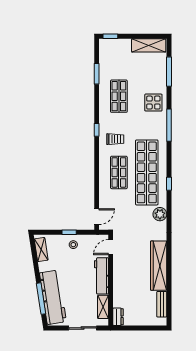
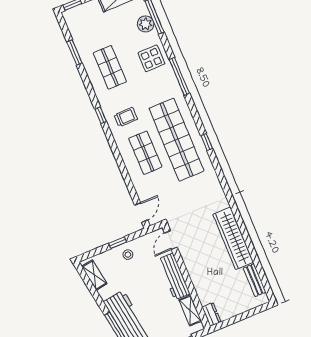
plant: (160, 214) -> (146, 24), moved

